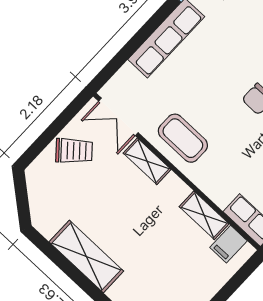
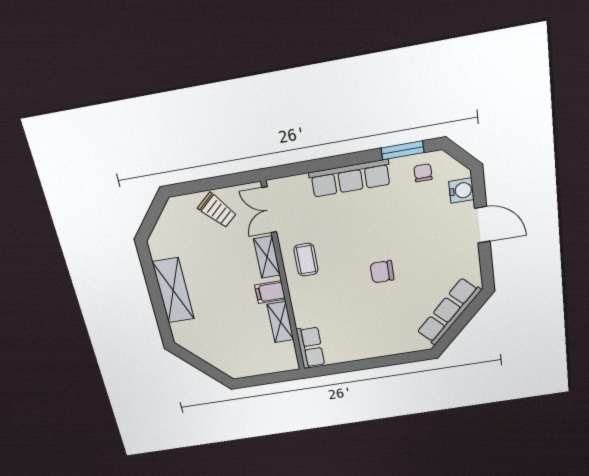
coffee table: (183, 138) -> (306, 260), width x0.73, depth x0.77
filing cabinet: (228, 244) -> (270, 292), moved

